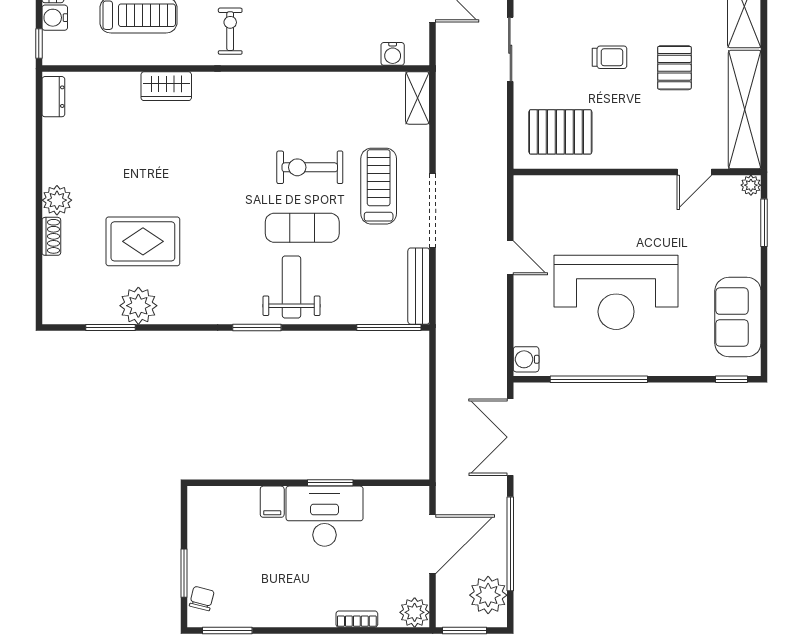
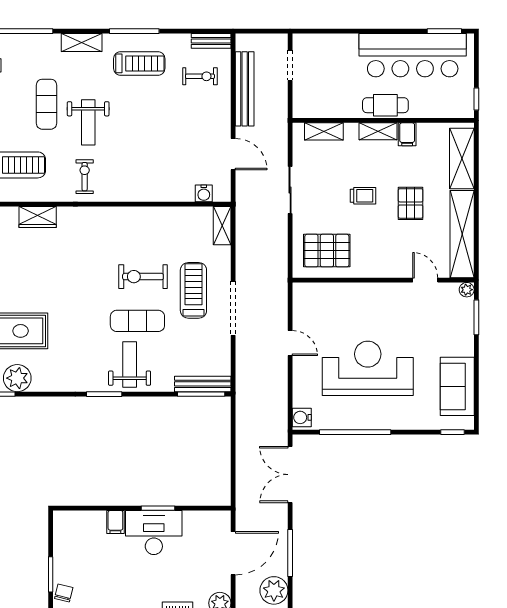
door: (694, 172) -> (425, 280), swing flipped
bench: (419, 286) -> (203, 384), moved, turned 90
reception desk: (616, 292) -> (368, 368), turned 180
window: (510, 544) -> (290, 553), width x0.68

